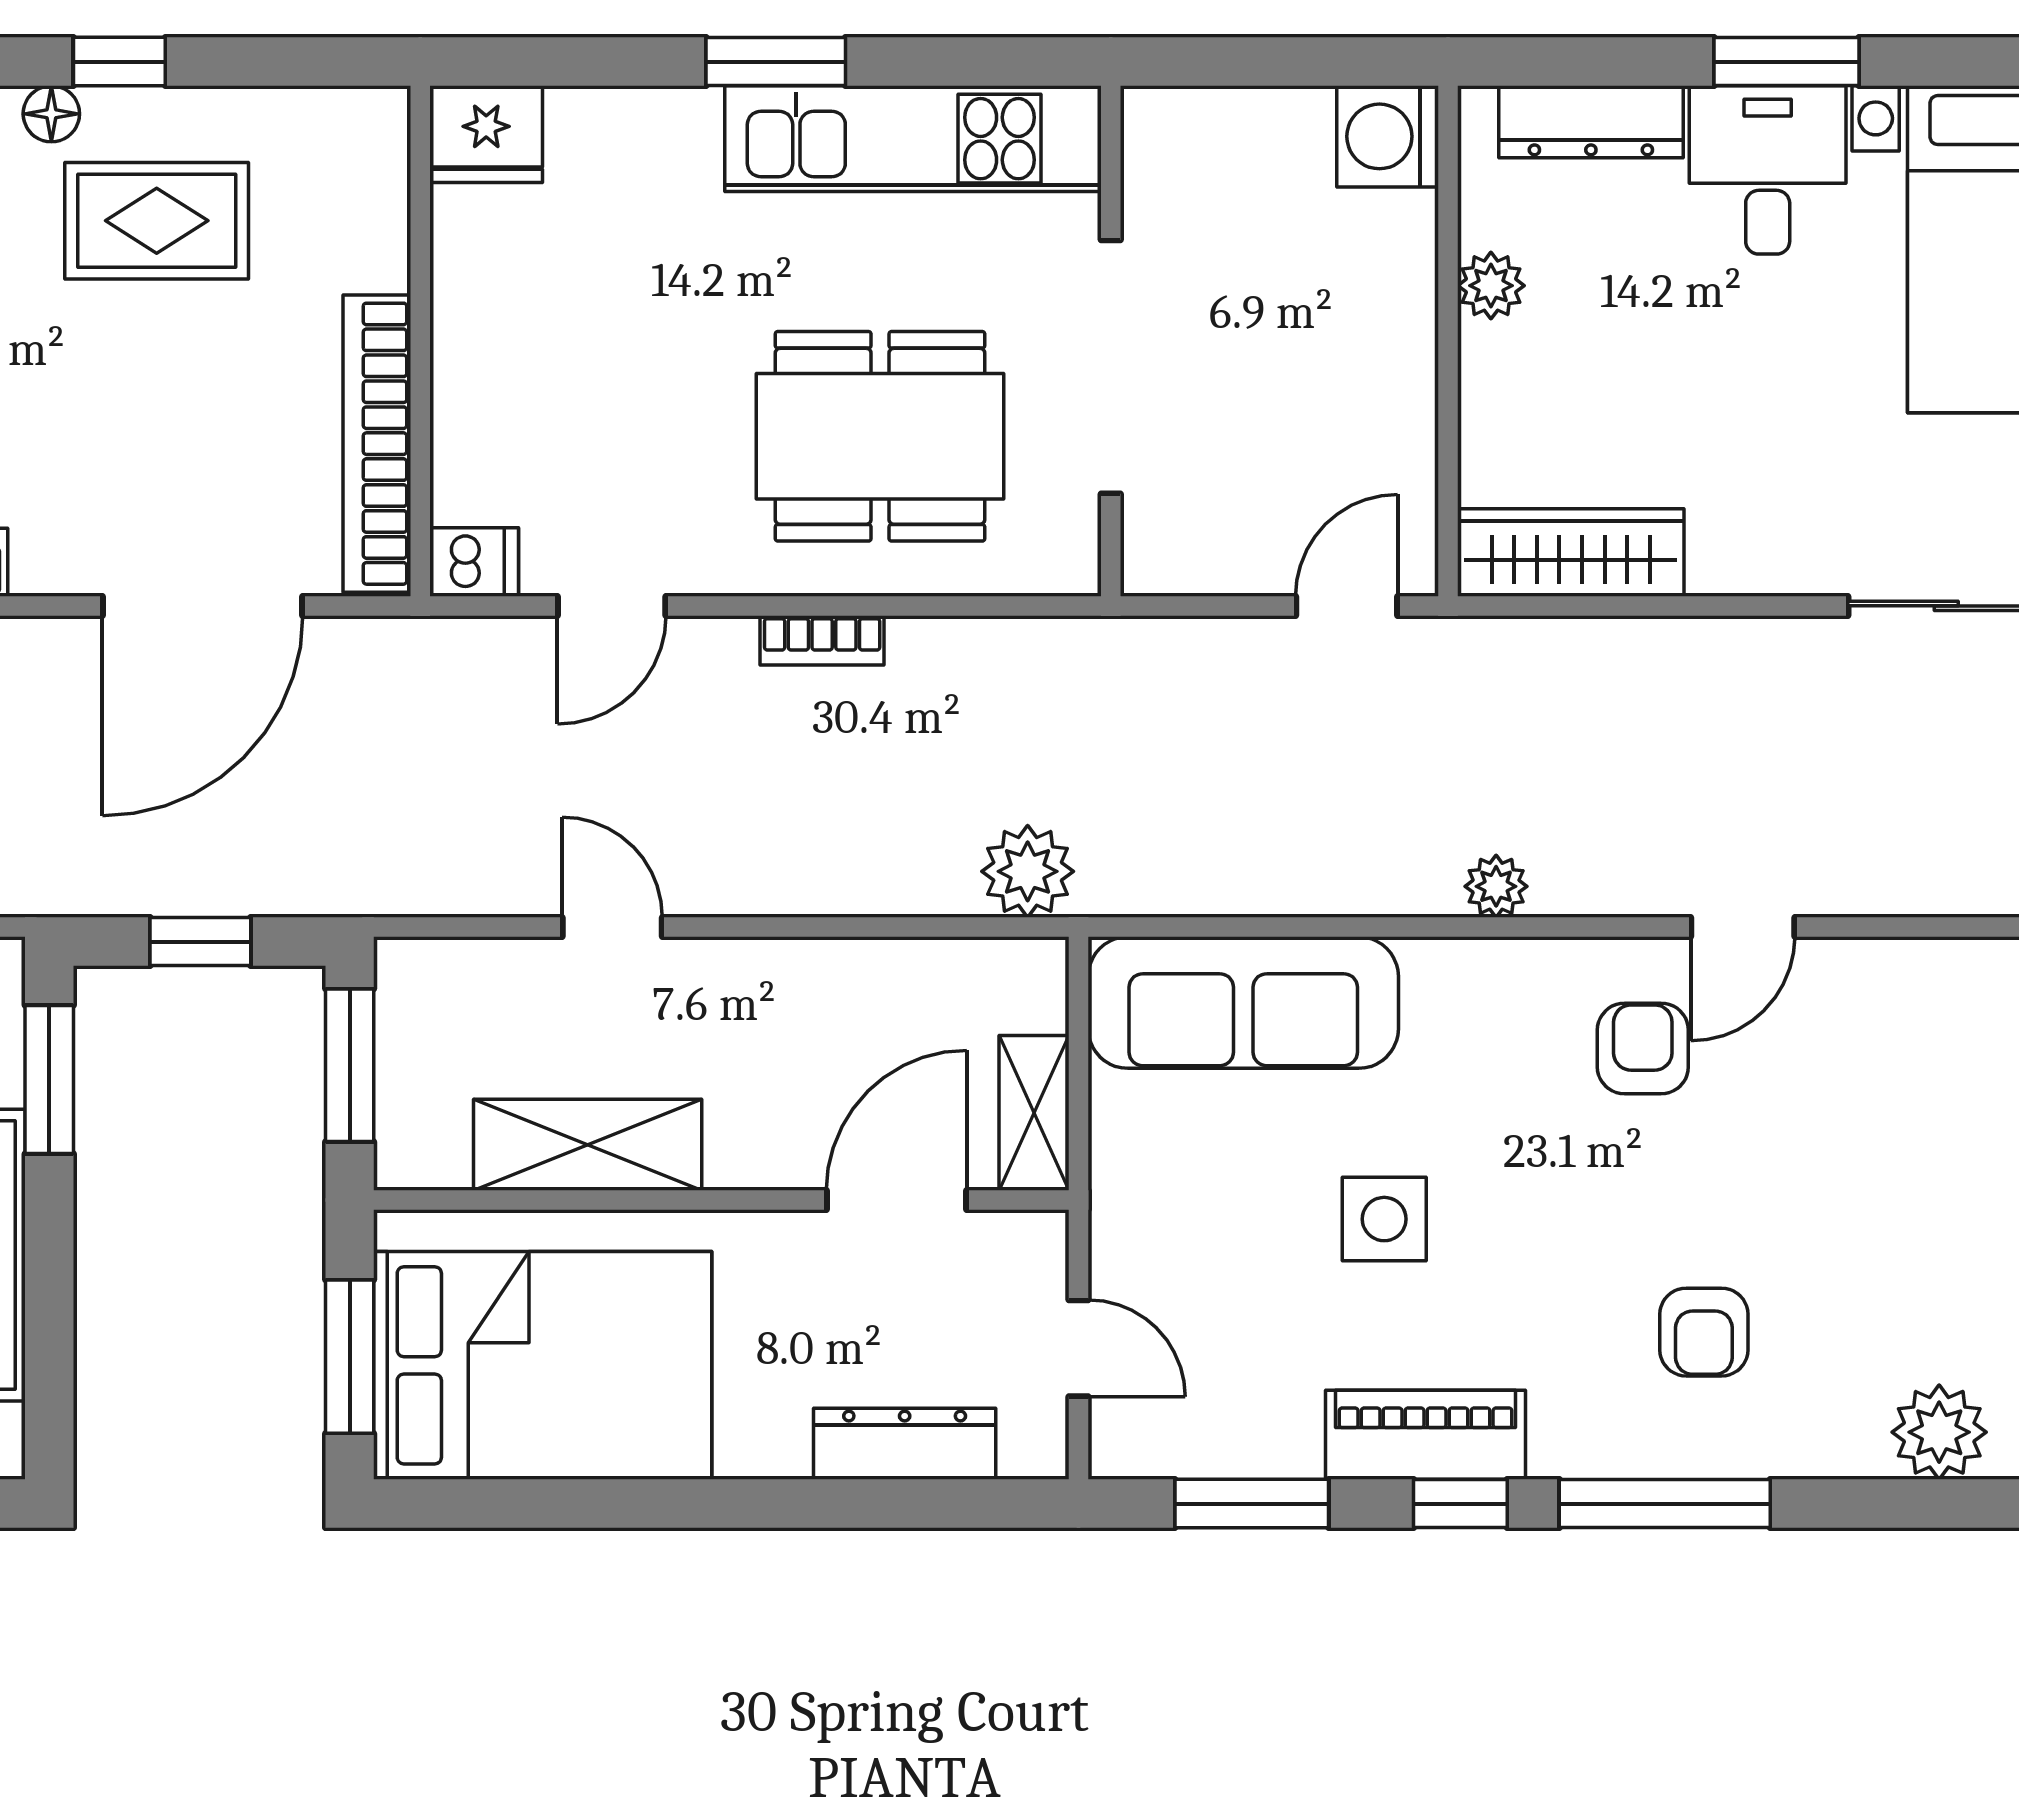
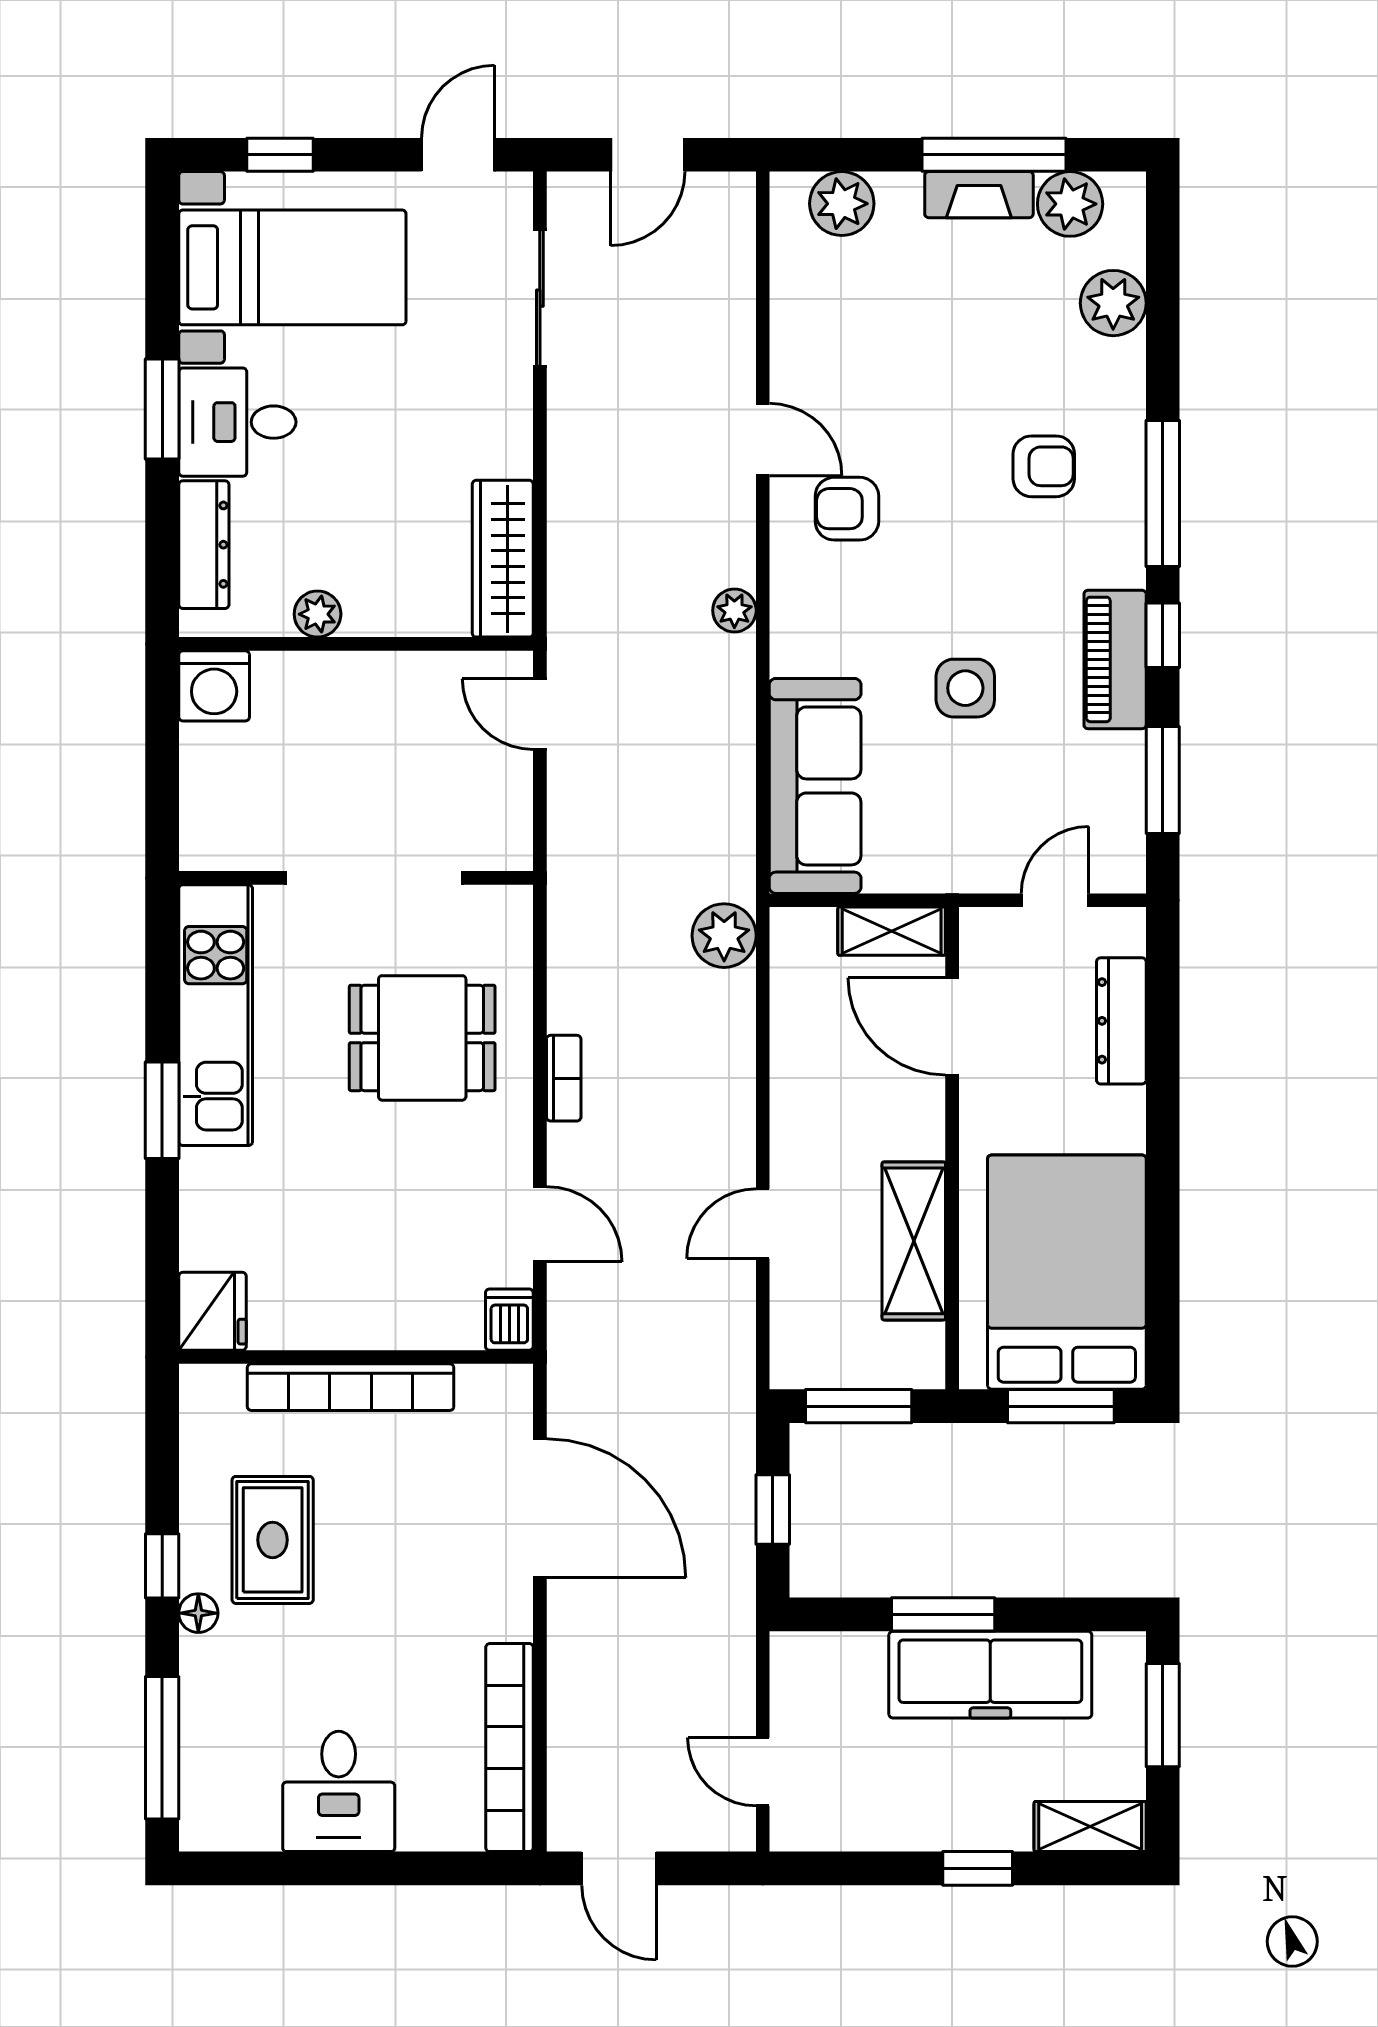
dining table: (880, 436) -> (422, 1038), width x0.73
bookcase: (377, 444) -> (351, 1387), moved
window: (49, 1079) -> (943, 1614), moved

